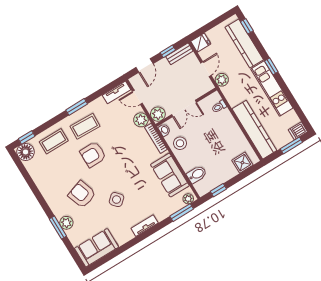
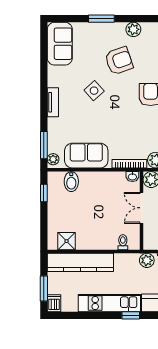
stool: (180, 143) -> (111, 184), removed
shower: (242, 163) -> (67, 241), moved
plant: (66, 223) -> (133, 29), moved

